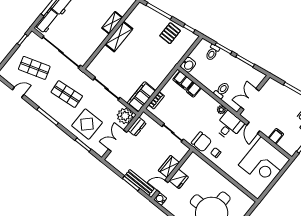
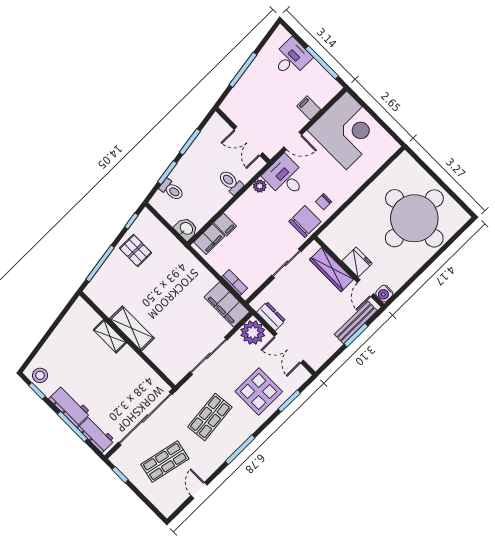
shop shelf: (34, 68) -> (165, 462), turned 30
wardrobe: (169, 167) -> (331, 270), width x1.50

